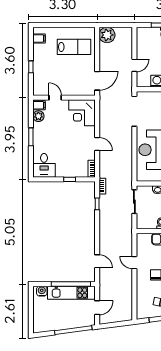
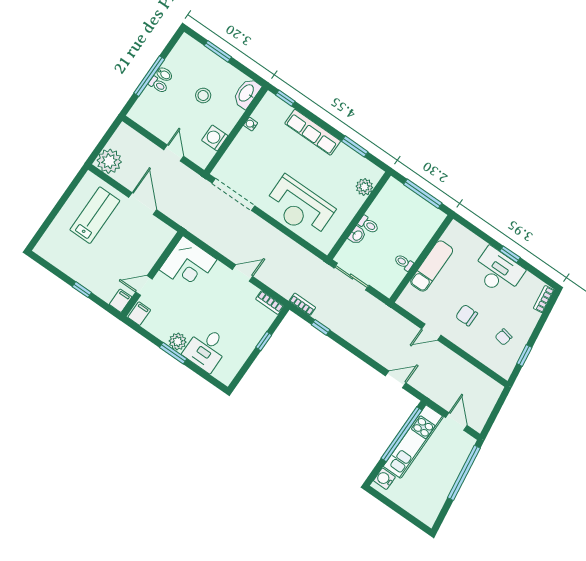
filing cabinet: (39, 38) -> (121, 301), moved
door: (97, 81) -> (143, 204), moved
plant: (38, 116) -> (178, 341), moved
desk: (44, 165) -> (206, 349), moved, turned 90

